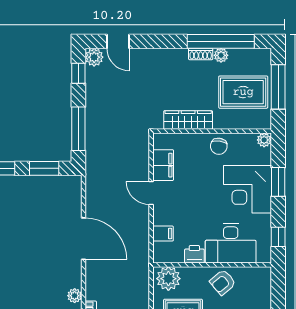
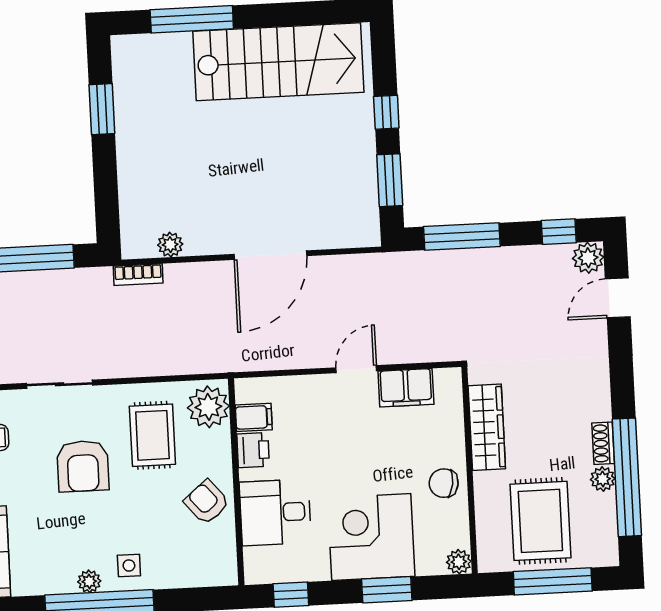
filing cabinet: (163, 234) -> (254, 417), moved, turned -90
desk: (231, 243) -> (275, 512), width x0.73

